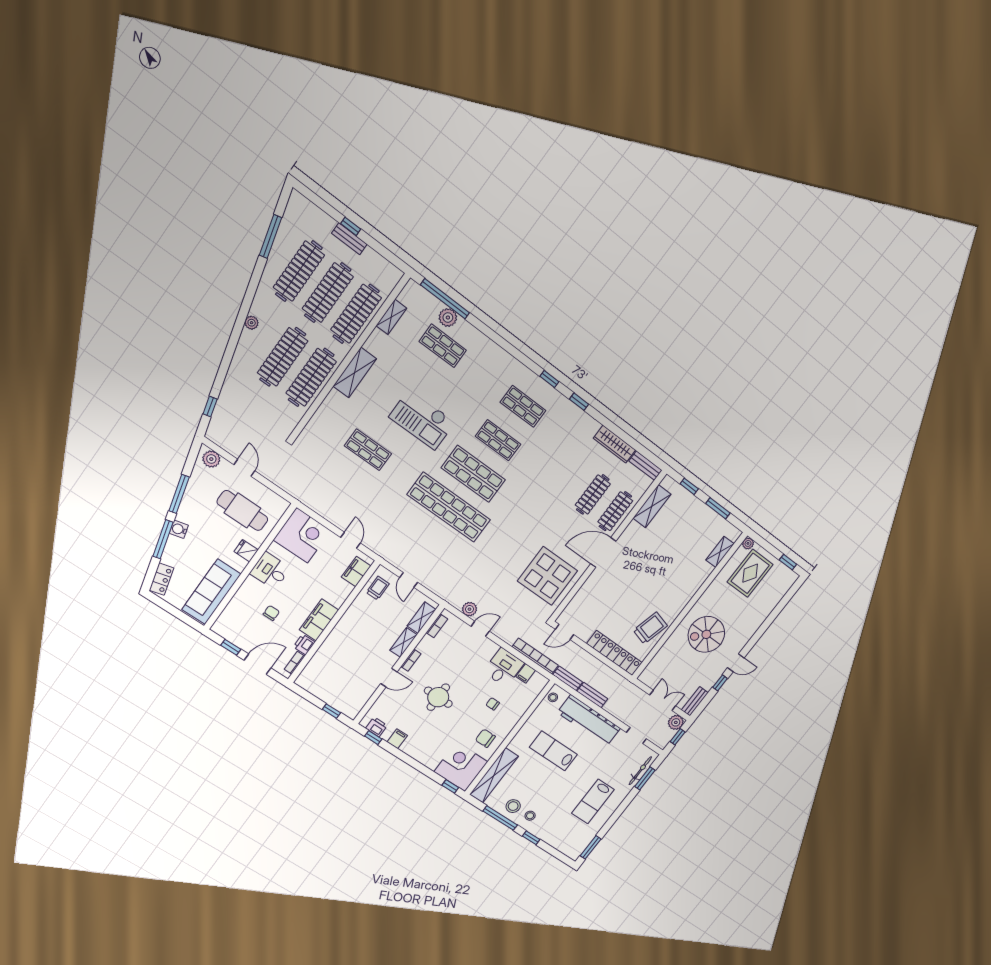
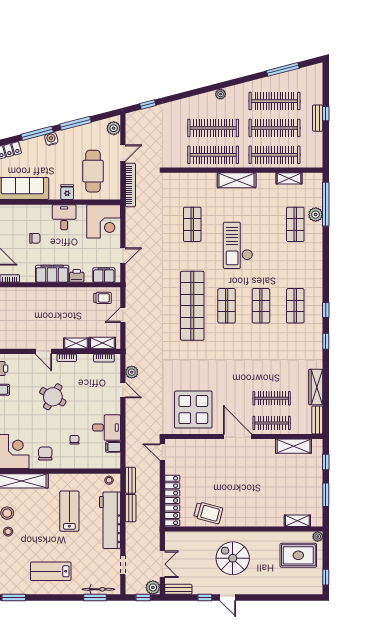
shop shelf: (473, 474) -> (227, 306), width x0.70, depth x0.74
printer: (304, 644) -> (77, 276), moved
bookcase: (535, 656) -> (130, 185), moved
round table: (438, 697) -> (53, 397), turned 30

